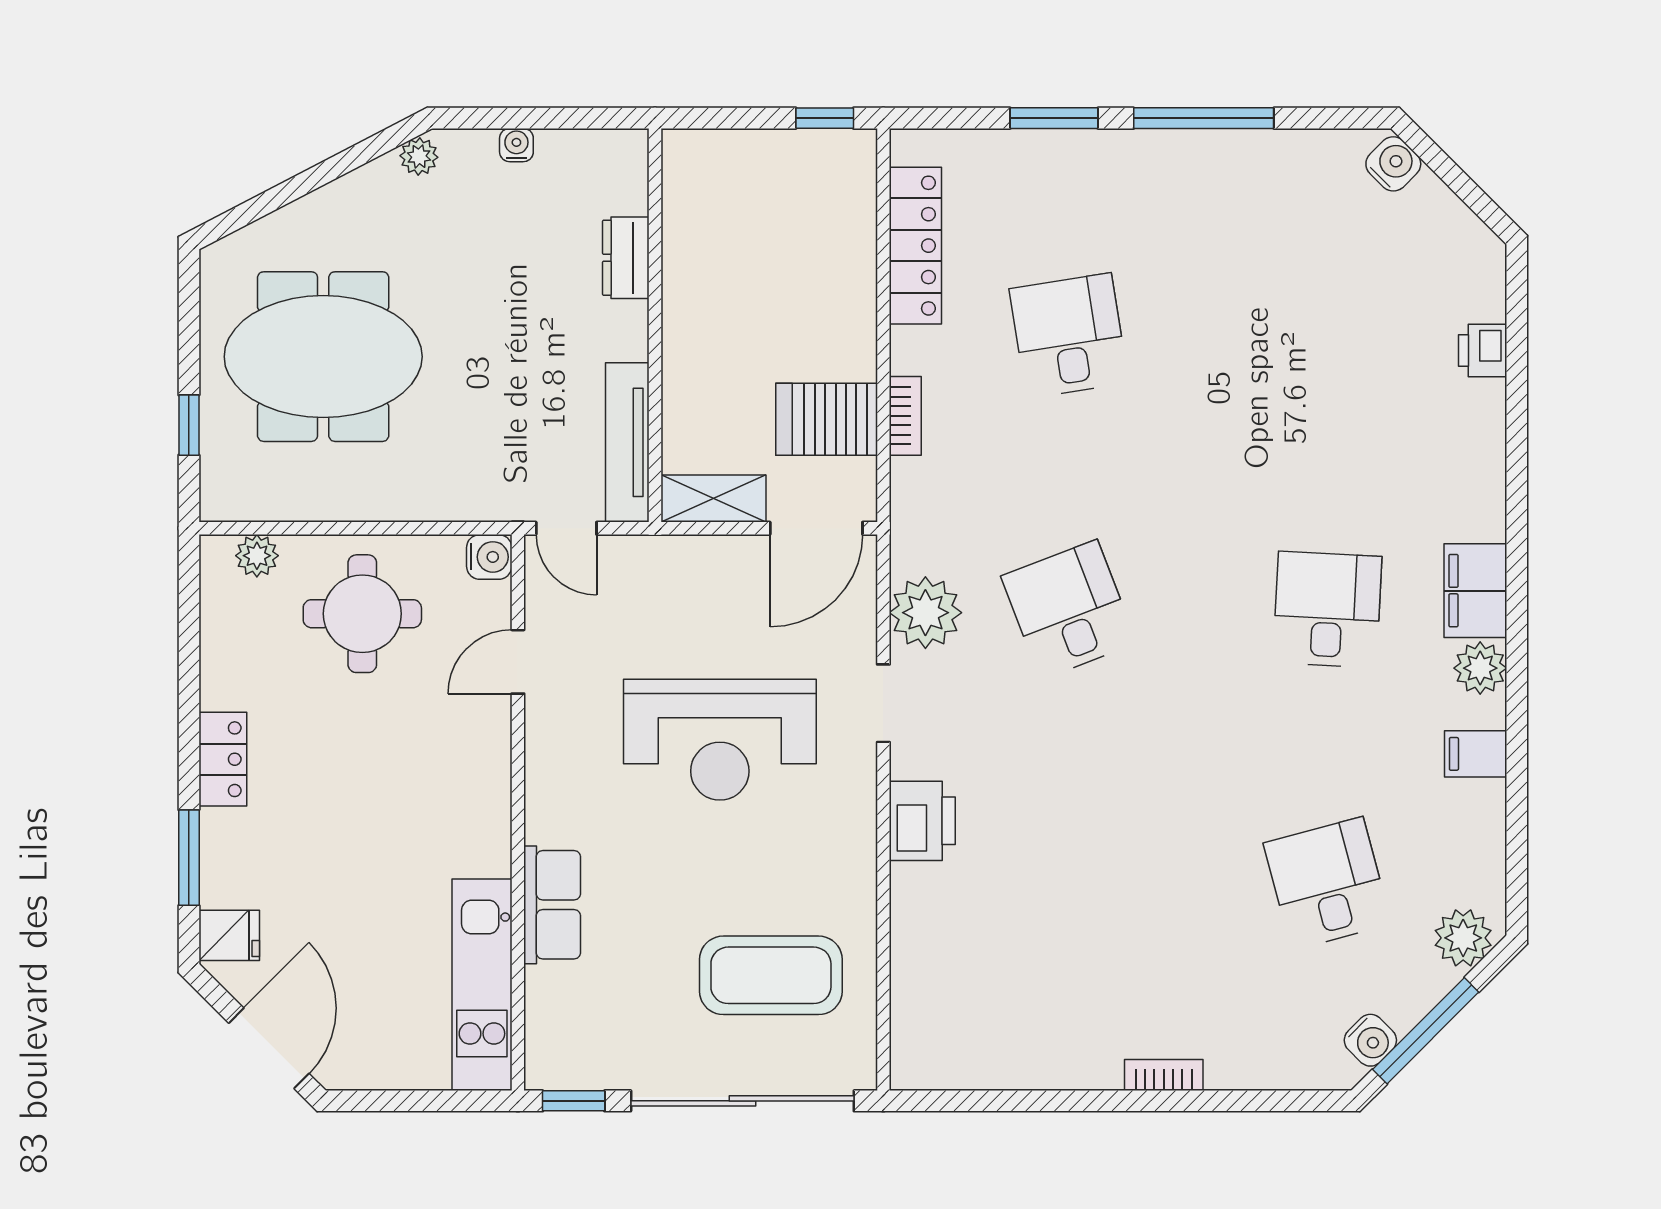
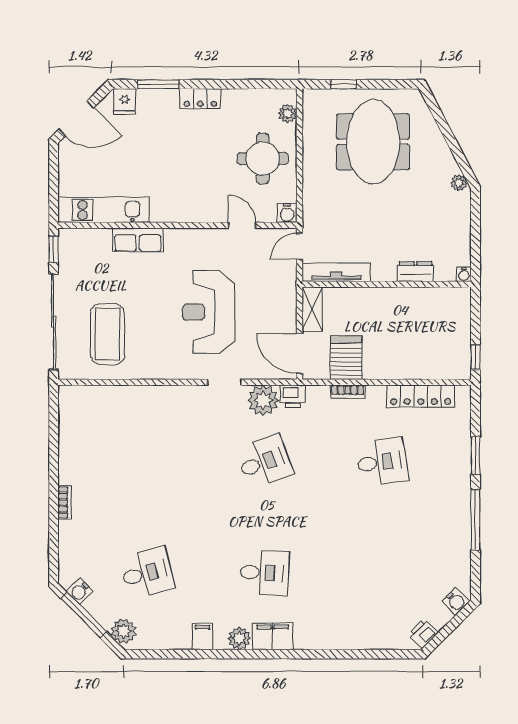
water cooler: (516, 145) -> (464, 274), moved, turned 90
printer: (1483, 351) -> (423, 633), moved, turned -45
printer: (922, 821) -> (293, 396), moved, width x0.73, depth x0.81

